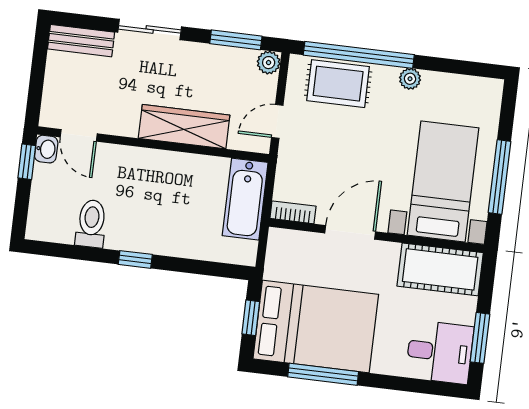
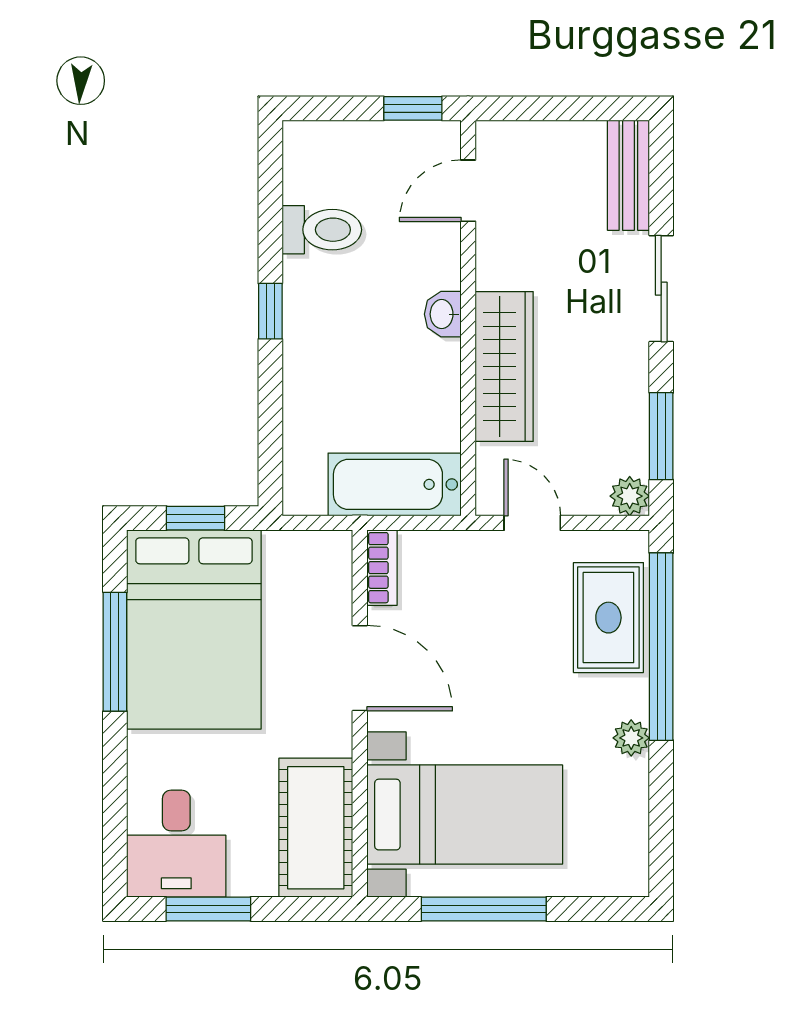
washbasin: (46, 149) -> (443, 314), moved, turned 90

